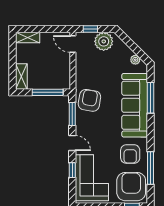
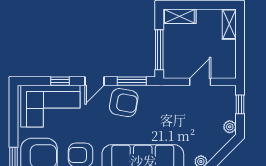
plant: (104, 41) -> (230, 127), width x0.53, depth x0.53
door: (73, 44) -> (200, 82), moved
armchair: (89, 100) -> (124, 103), moved

